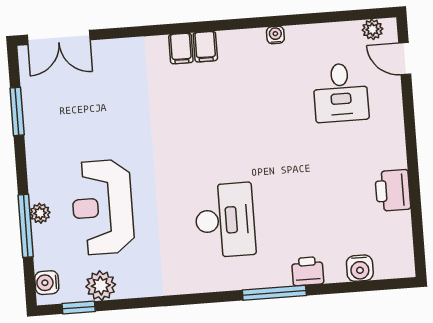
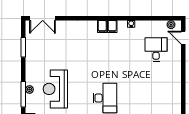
filing cabinet: (181, 48) -> (112, 27), moved
desk: (341, 93) -> (156, 49), turned 180
printer: (393, 190) -> (174, 91), removed

